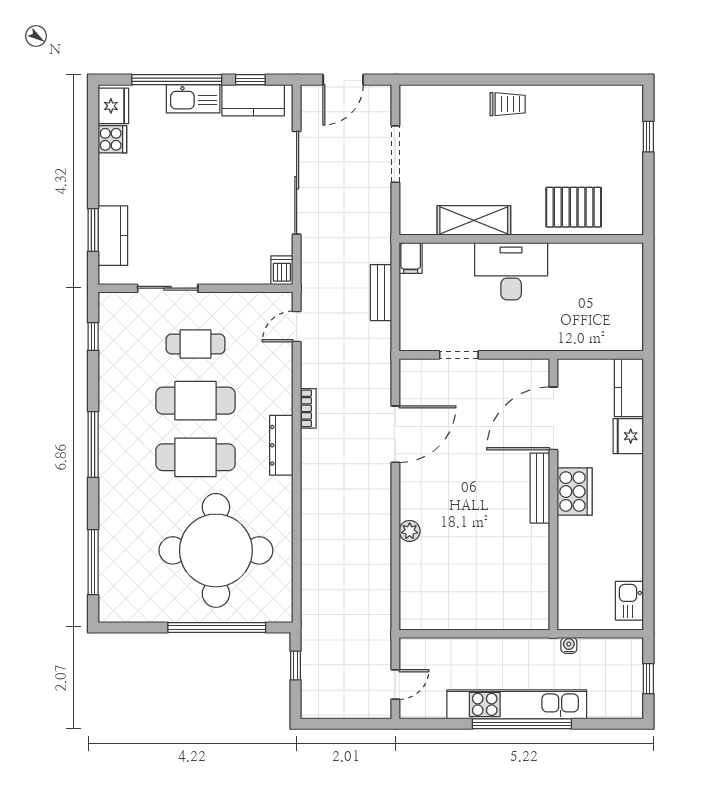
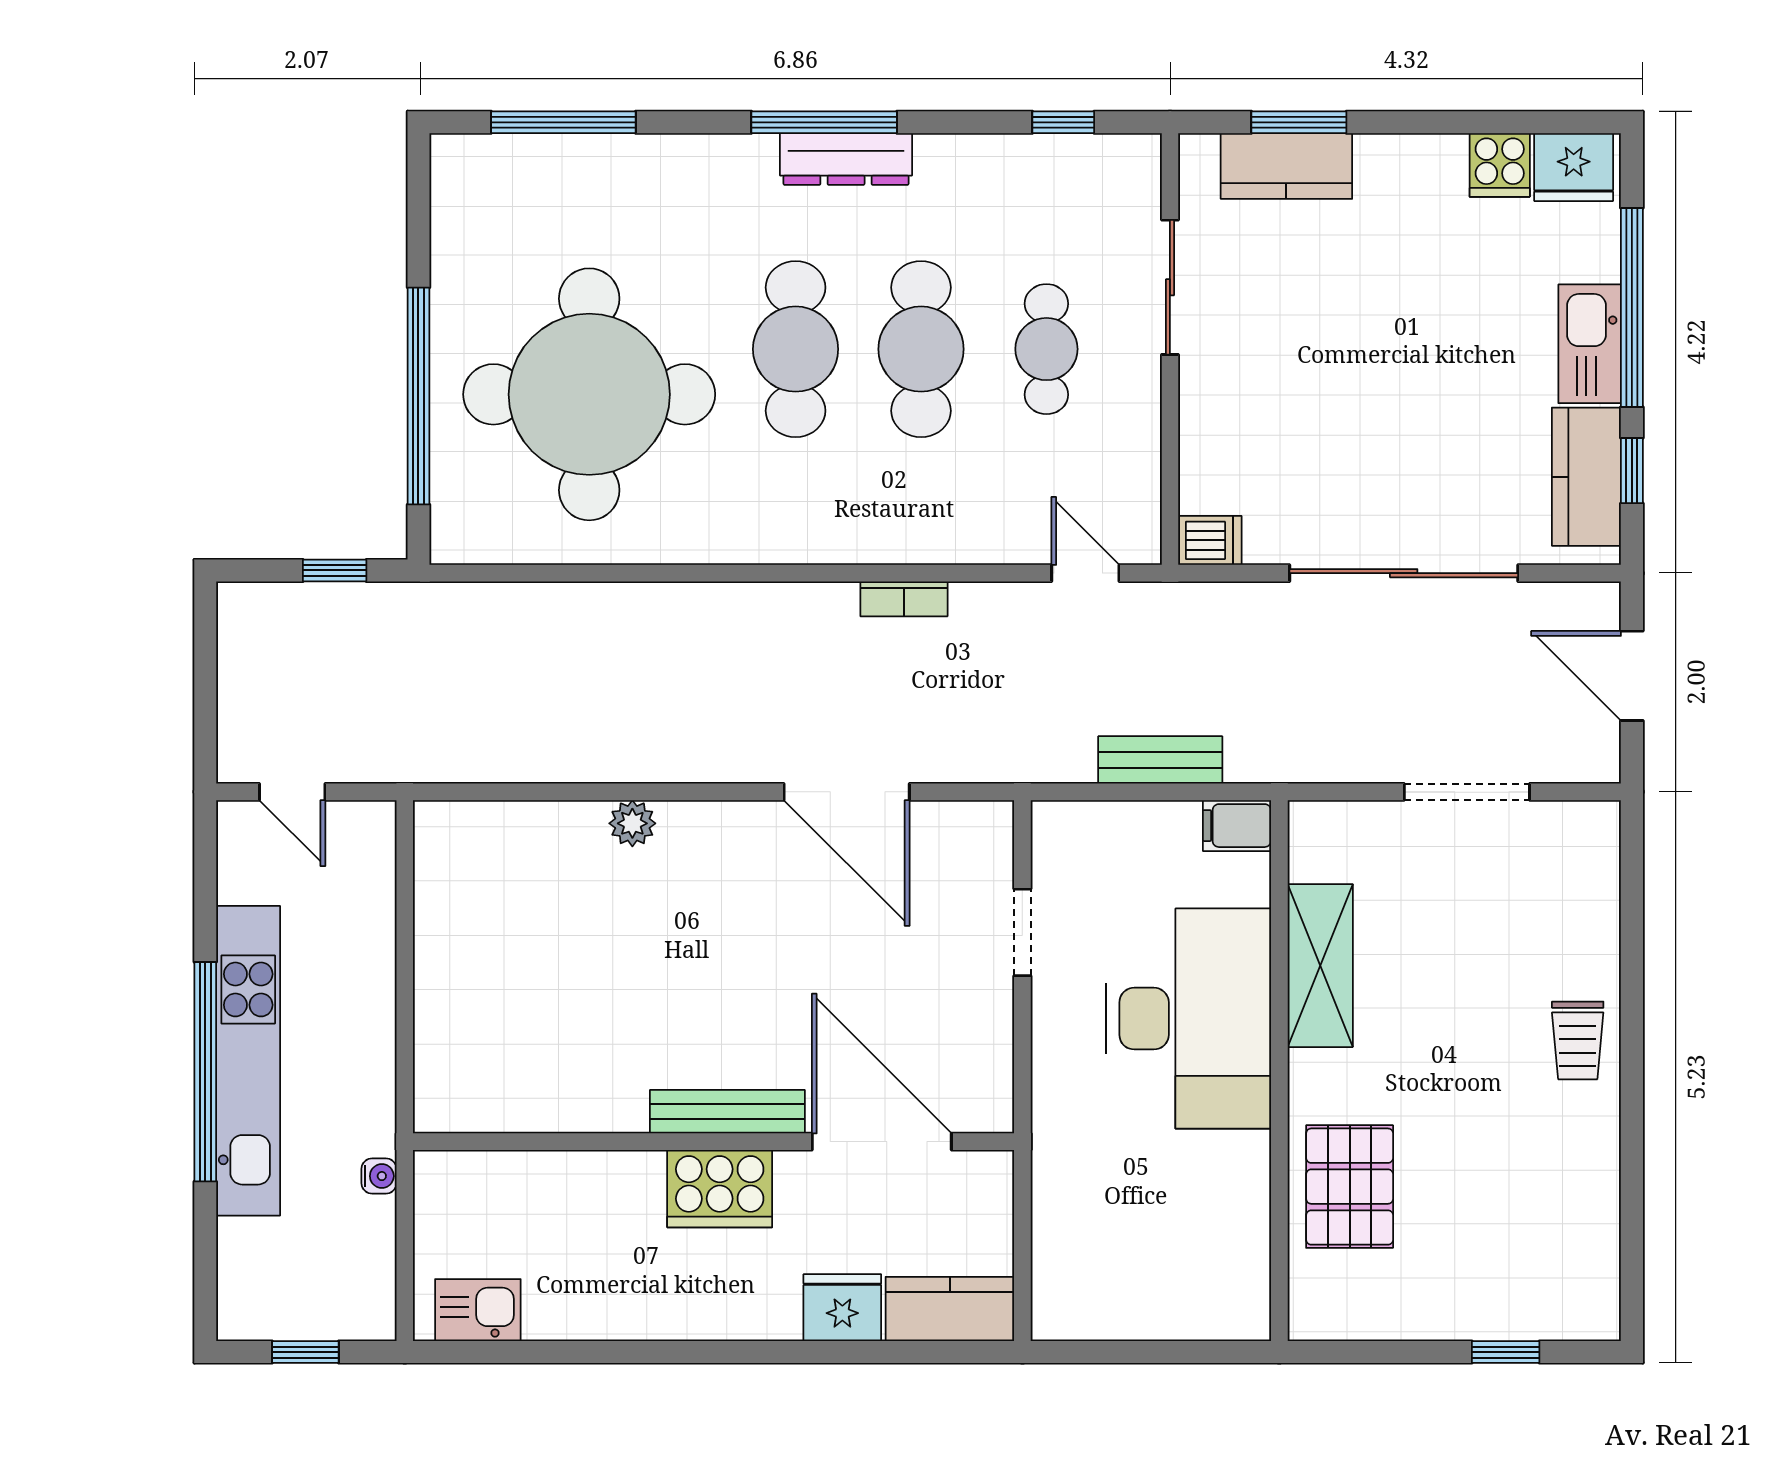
desk: (511, 271) -> (1189, 1019), width x1.36, depth x1.30
dresser: (281, 445) -> (846, 159), moved, turned 180

